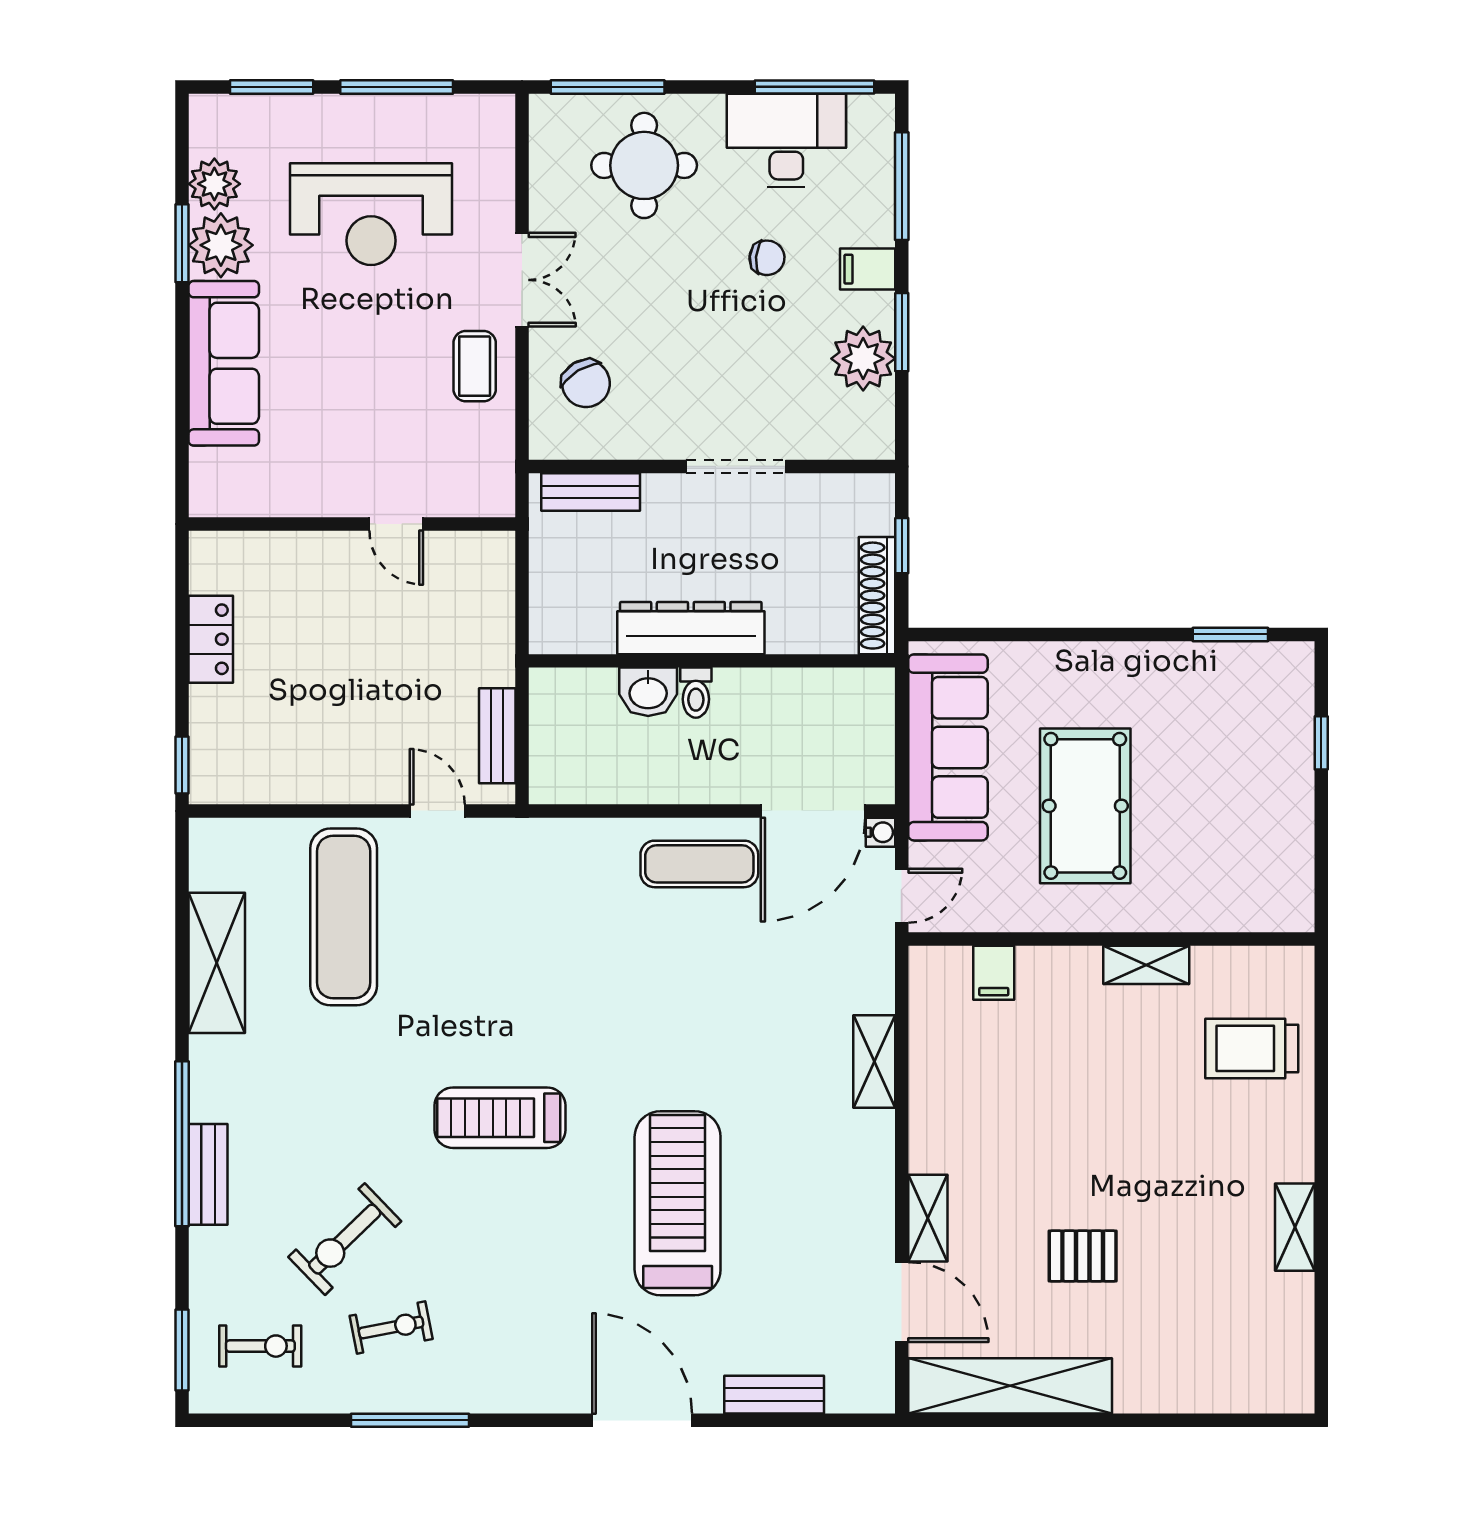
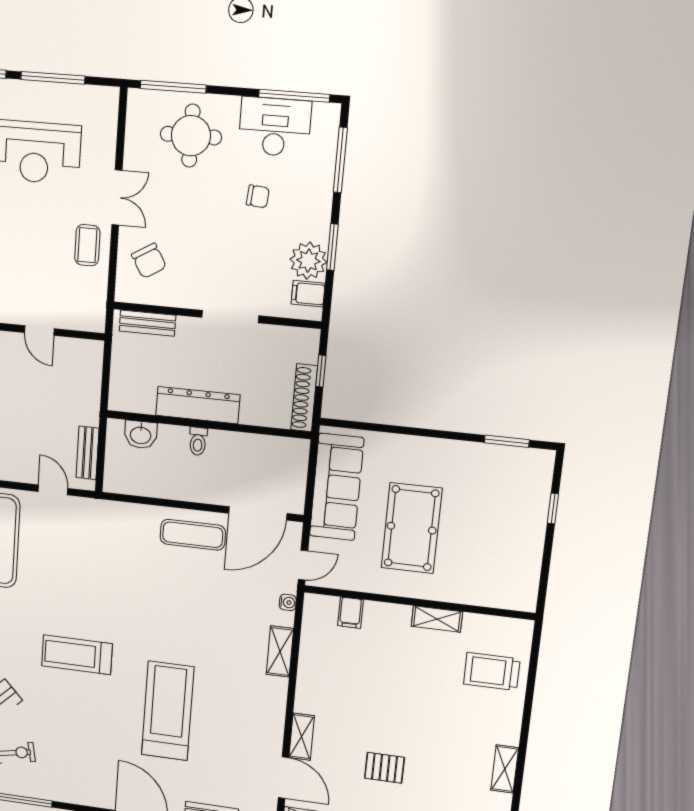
filing cabinet: (868, 269) -> (308, 294), moved
washbasin: (648, 692) -> (141, 435), moved
water cooler: (880, 832) -> (288, 602), moved

